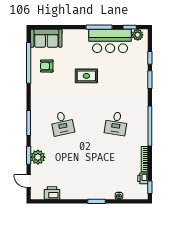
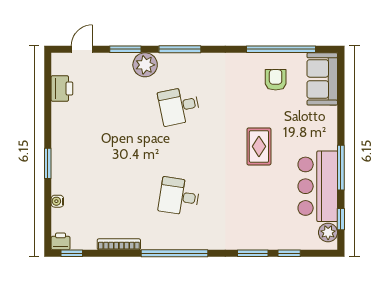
plant: (38, 157) -> (145, 65), moved
printer: (143, 178) -> (61, 241), moved

